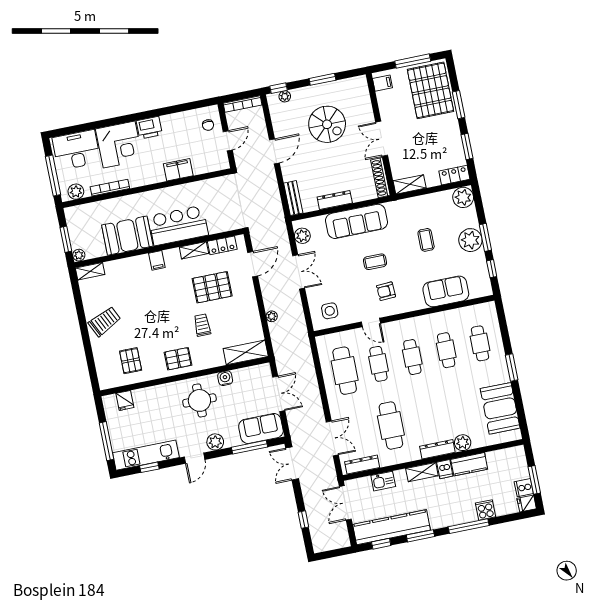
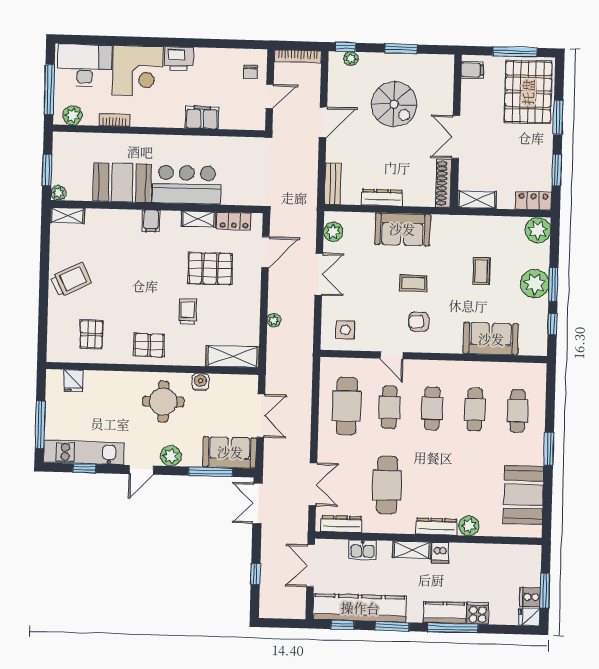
bookcase: (110, 188) -> (115, 120), width x0.64
sofa: (356, 221) -> (402, 229), width x0.73
kitchen counter: (469, 464) -> (445, 613), moved, turned 180

